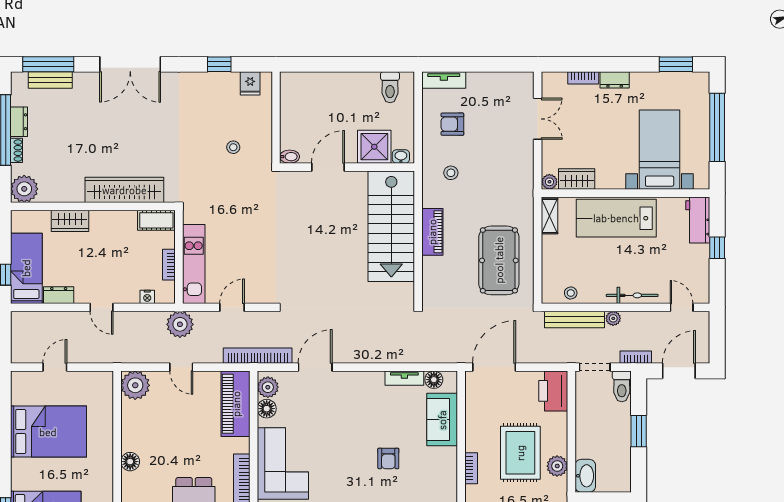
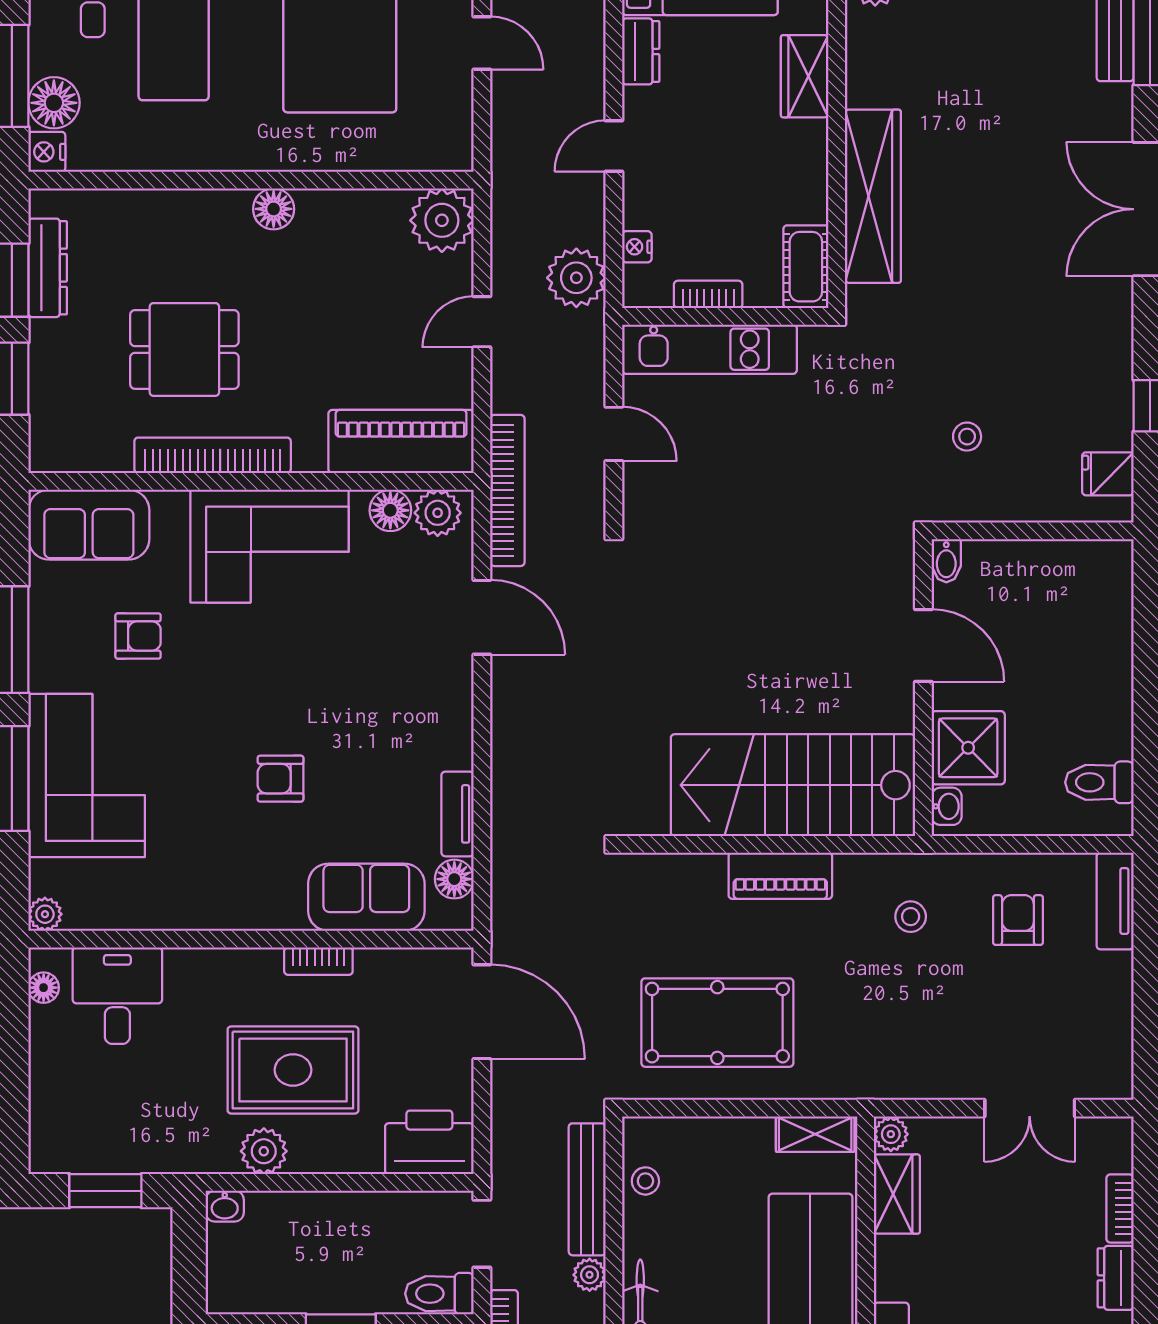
plant: (180, 324) -> (576, 278), moved
bookcase: (471, 468) -> (318, 961), moved
washbasin: (585, 476) -> (225, 1206), width x0.52, depth x0.69

